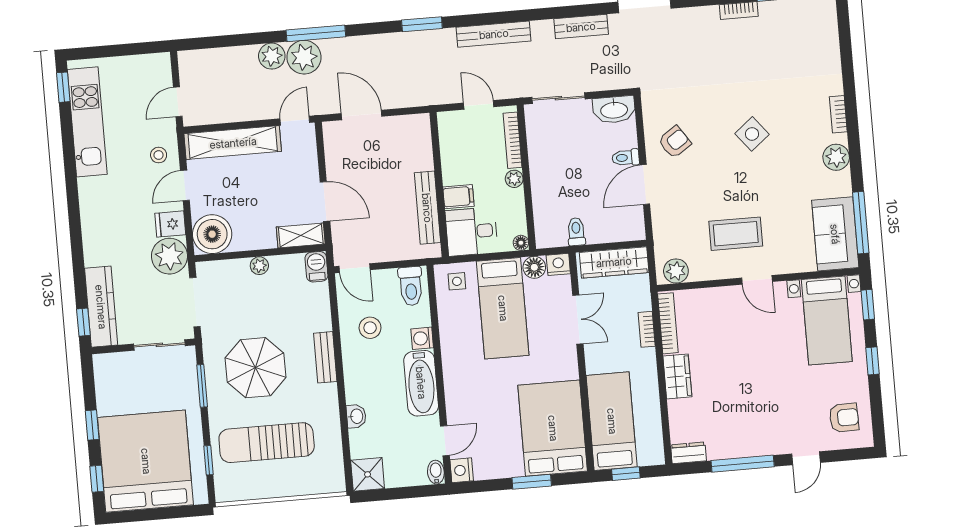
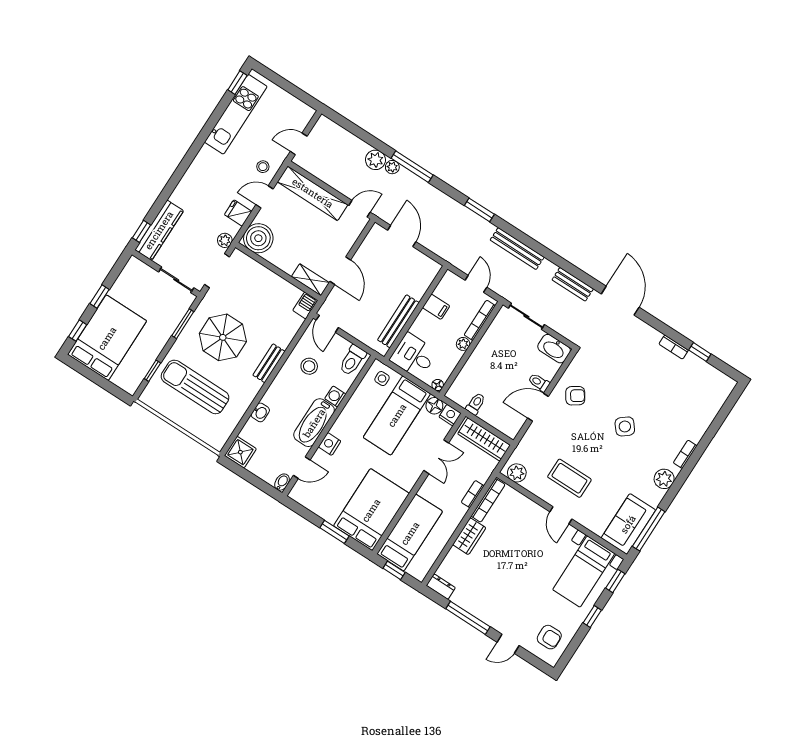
plant: (304, 57) -> (392, 167), width x0.53, depth x0.53
filing cabinet: (458, 197) -> (436, 307), moved
plant: (169, 256) -> (225, 240), width x0.53, depth x0.53
plant: (259, 266) -> (272, 279), removed
bed: (146, 461) -> (107, 338), width x0.73
nightstand: (462, 470) -> (330, 444), moved

